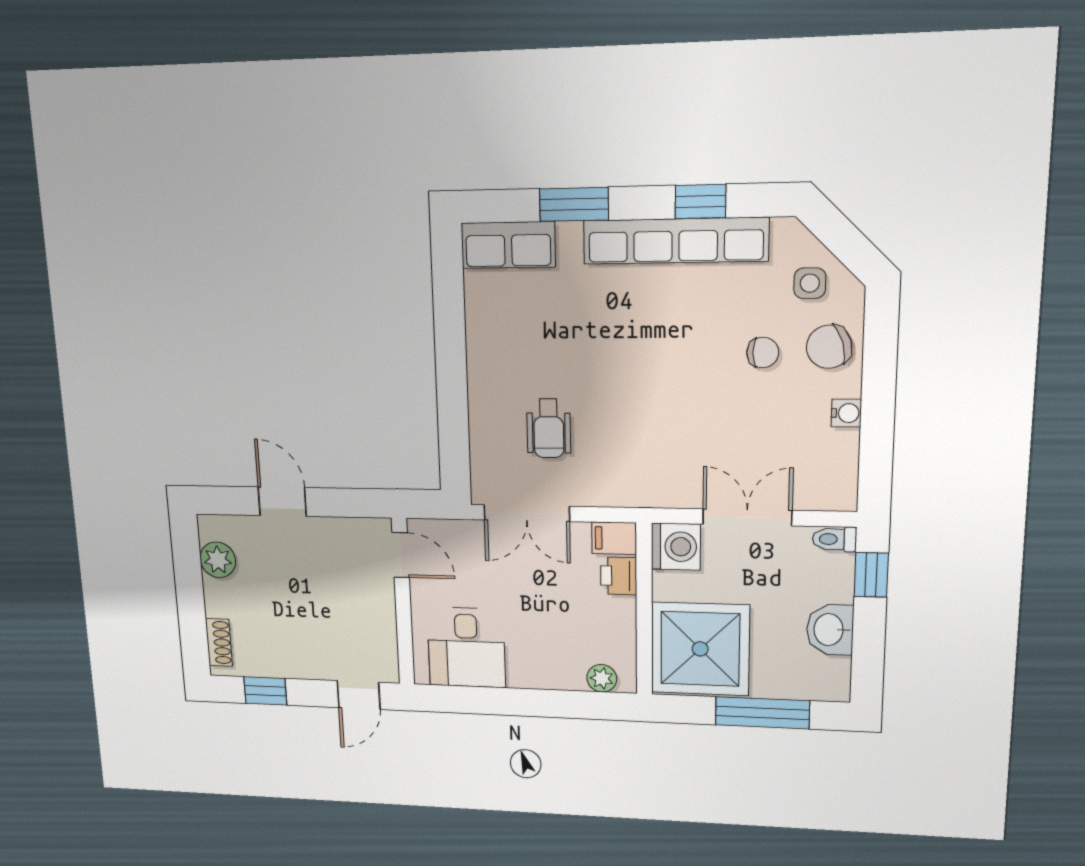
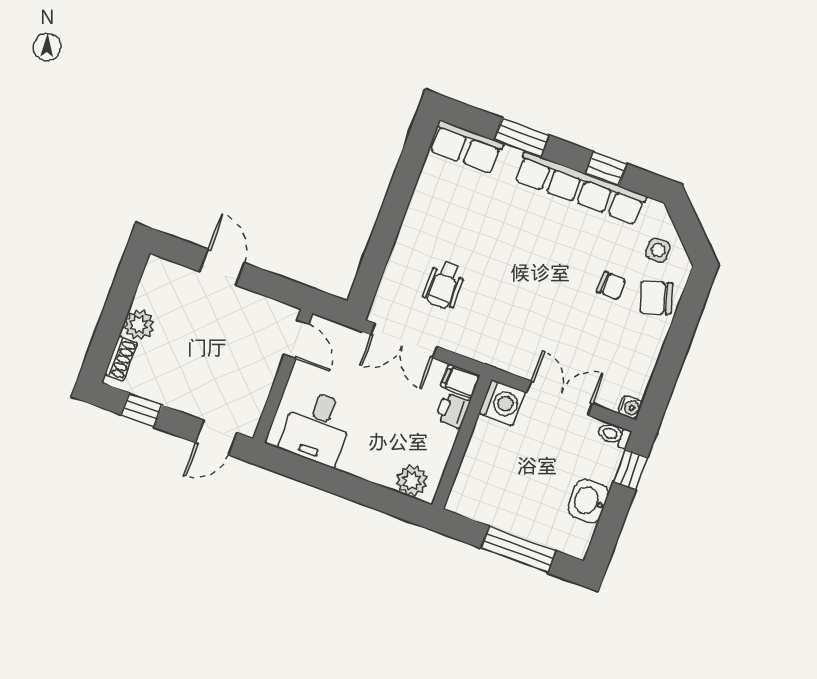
water cooler: (846, 413) -> (630, 407), moved
plant: (218, 560) -> (139, 325), moved
shower: (700, 649) -> (491, 485), removed
plant: (602, 678) -> (412, 481), width x1.38, depth x1.38

